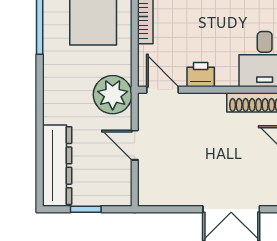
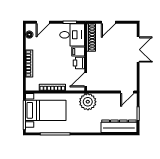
filing cabinet: (227, 73) -> (78, 52), added
door: (135, 145) -> (127, 92), moved

